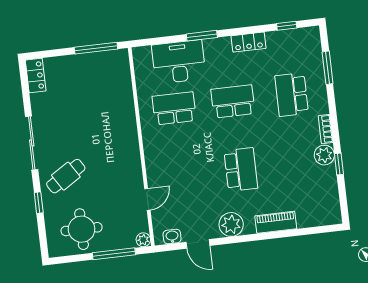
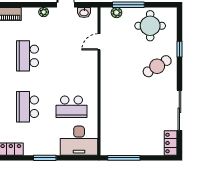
desk: (179, 62) -> (79, 141), moved
school desk: (233, 101) -> (28, 107), turned 90
sliding door: (32, 143) -> (179, 110), moved
plant: (231, 224) -> (44, 12), width x0.53, depth x0.53
plant: (143, 240) -> (116, 13), moved

